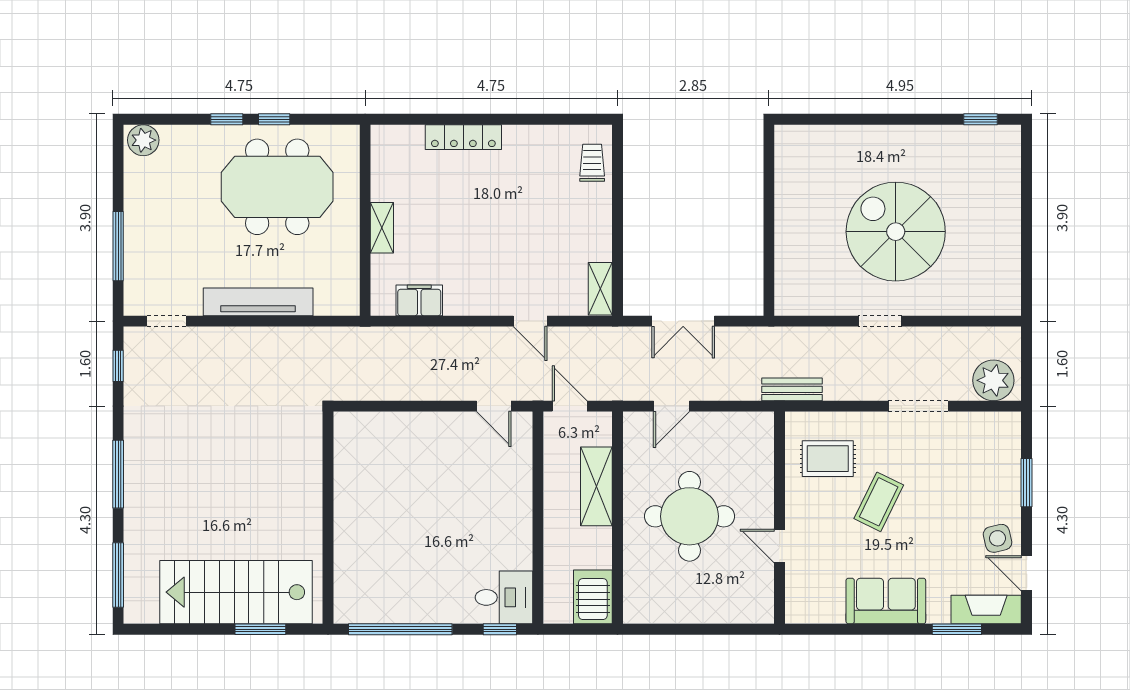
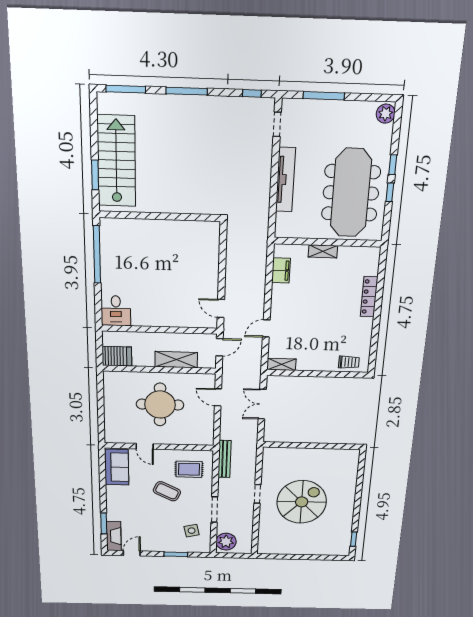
meeting table: (277, 187) -> (351, 193), width x1.36
bench: (792, 389) -> (225, 459), width x1.36
door: (494, 406) -> (221, 308), hinge flipped
rug: (828, 459) -> (189, 469), turned 90
side table: (998, 538) -> (192, 531), moved
door: (780, 546) -> (145, 446), swing flipped
sofa: (886, 601) -> (117, 467), moved
window: (500, 629) -> (98, 308), removed

